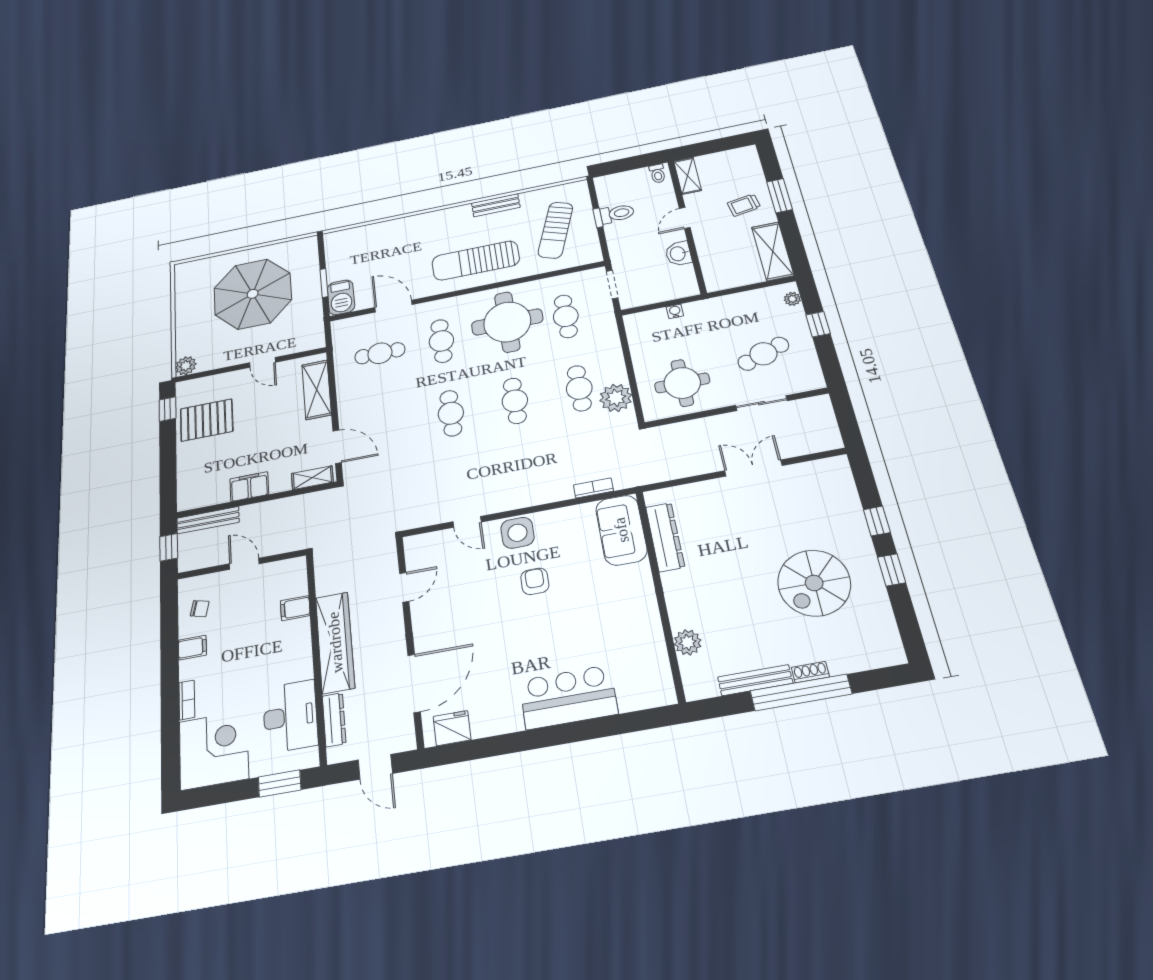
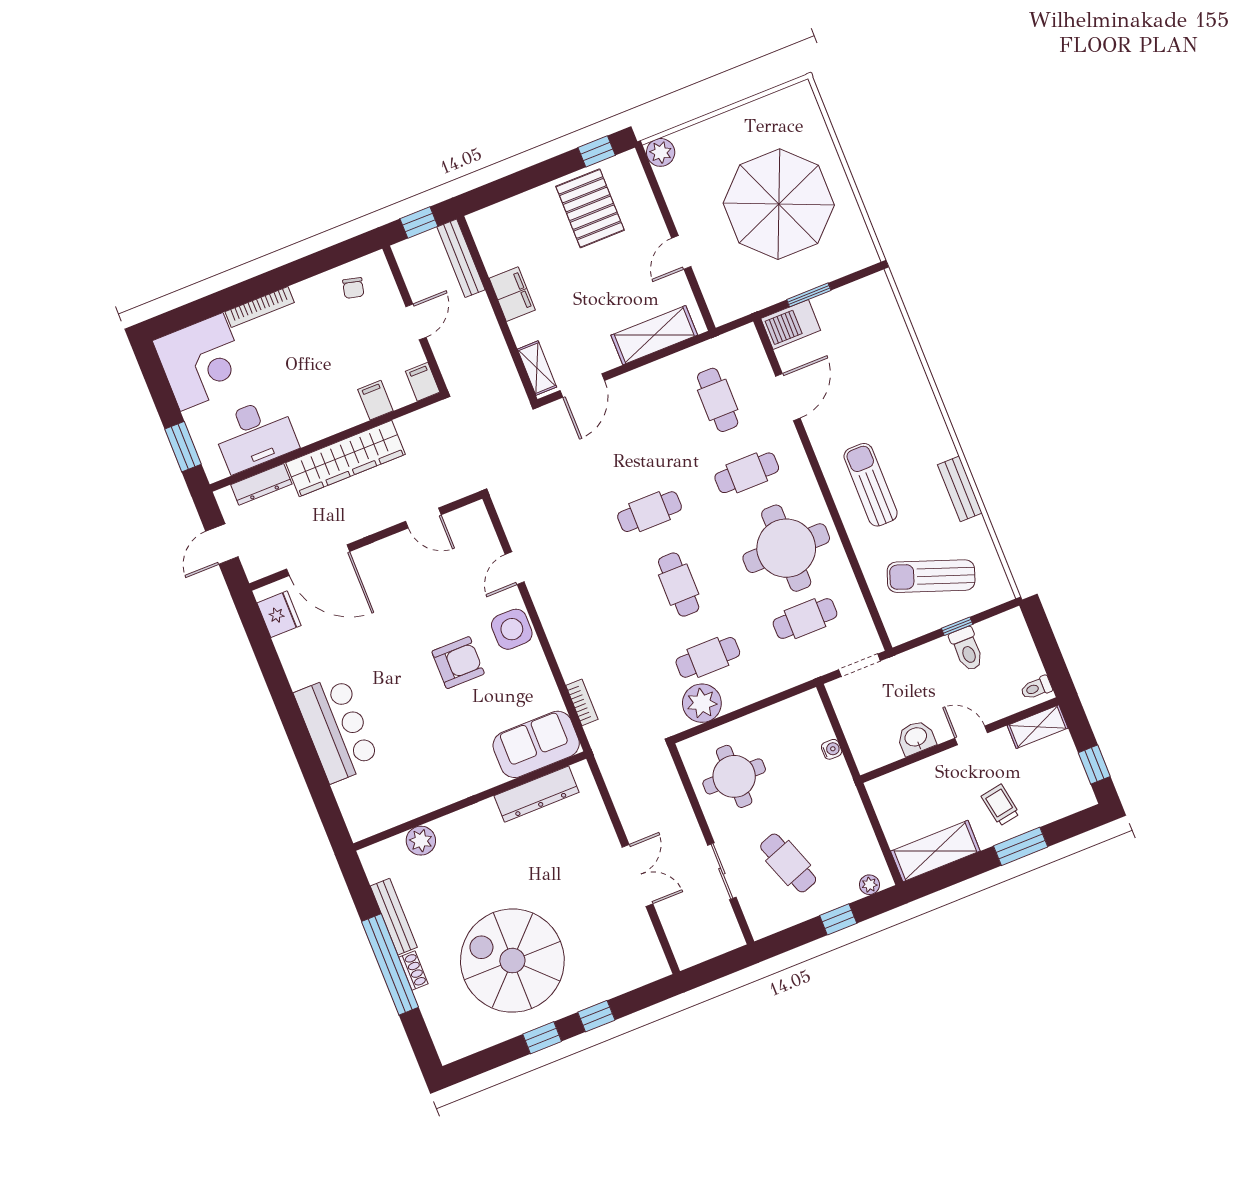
window: (725, 144) -> (1094, 765), added
sun lounger: (476, 261) -> (871, 485), width x0.73, depth x0.75
cafe table: (515, 401) -> (679, 585), turned 90
armchair: (535, 581) -> (458, 663), width x1.38, depth x1.38
spiral stairs: (814, 583) -> (512, 961), width x1.37, depth x1.37
filing cabinet: (192, 648) -> (423, 382), moved, turned 180
bookcase: (187, 700) -> (260, 307), width x1.56

